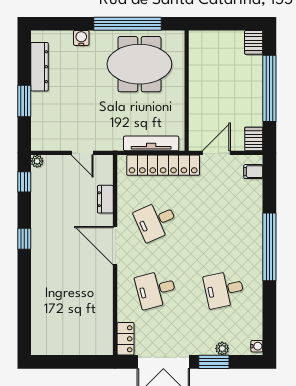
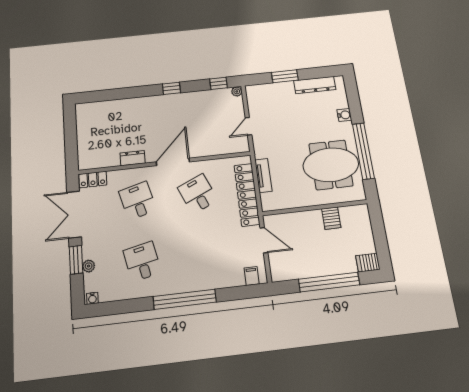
meeting table: (139, 64) -> (331, 165), turned 90
server rack: (254, 139) -> (331, 218), moved, turned 90
tv unit: (151, 143) -> (263, 175), width x0.71
dresser: (105, 199) -> (133, 158), moved

